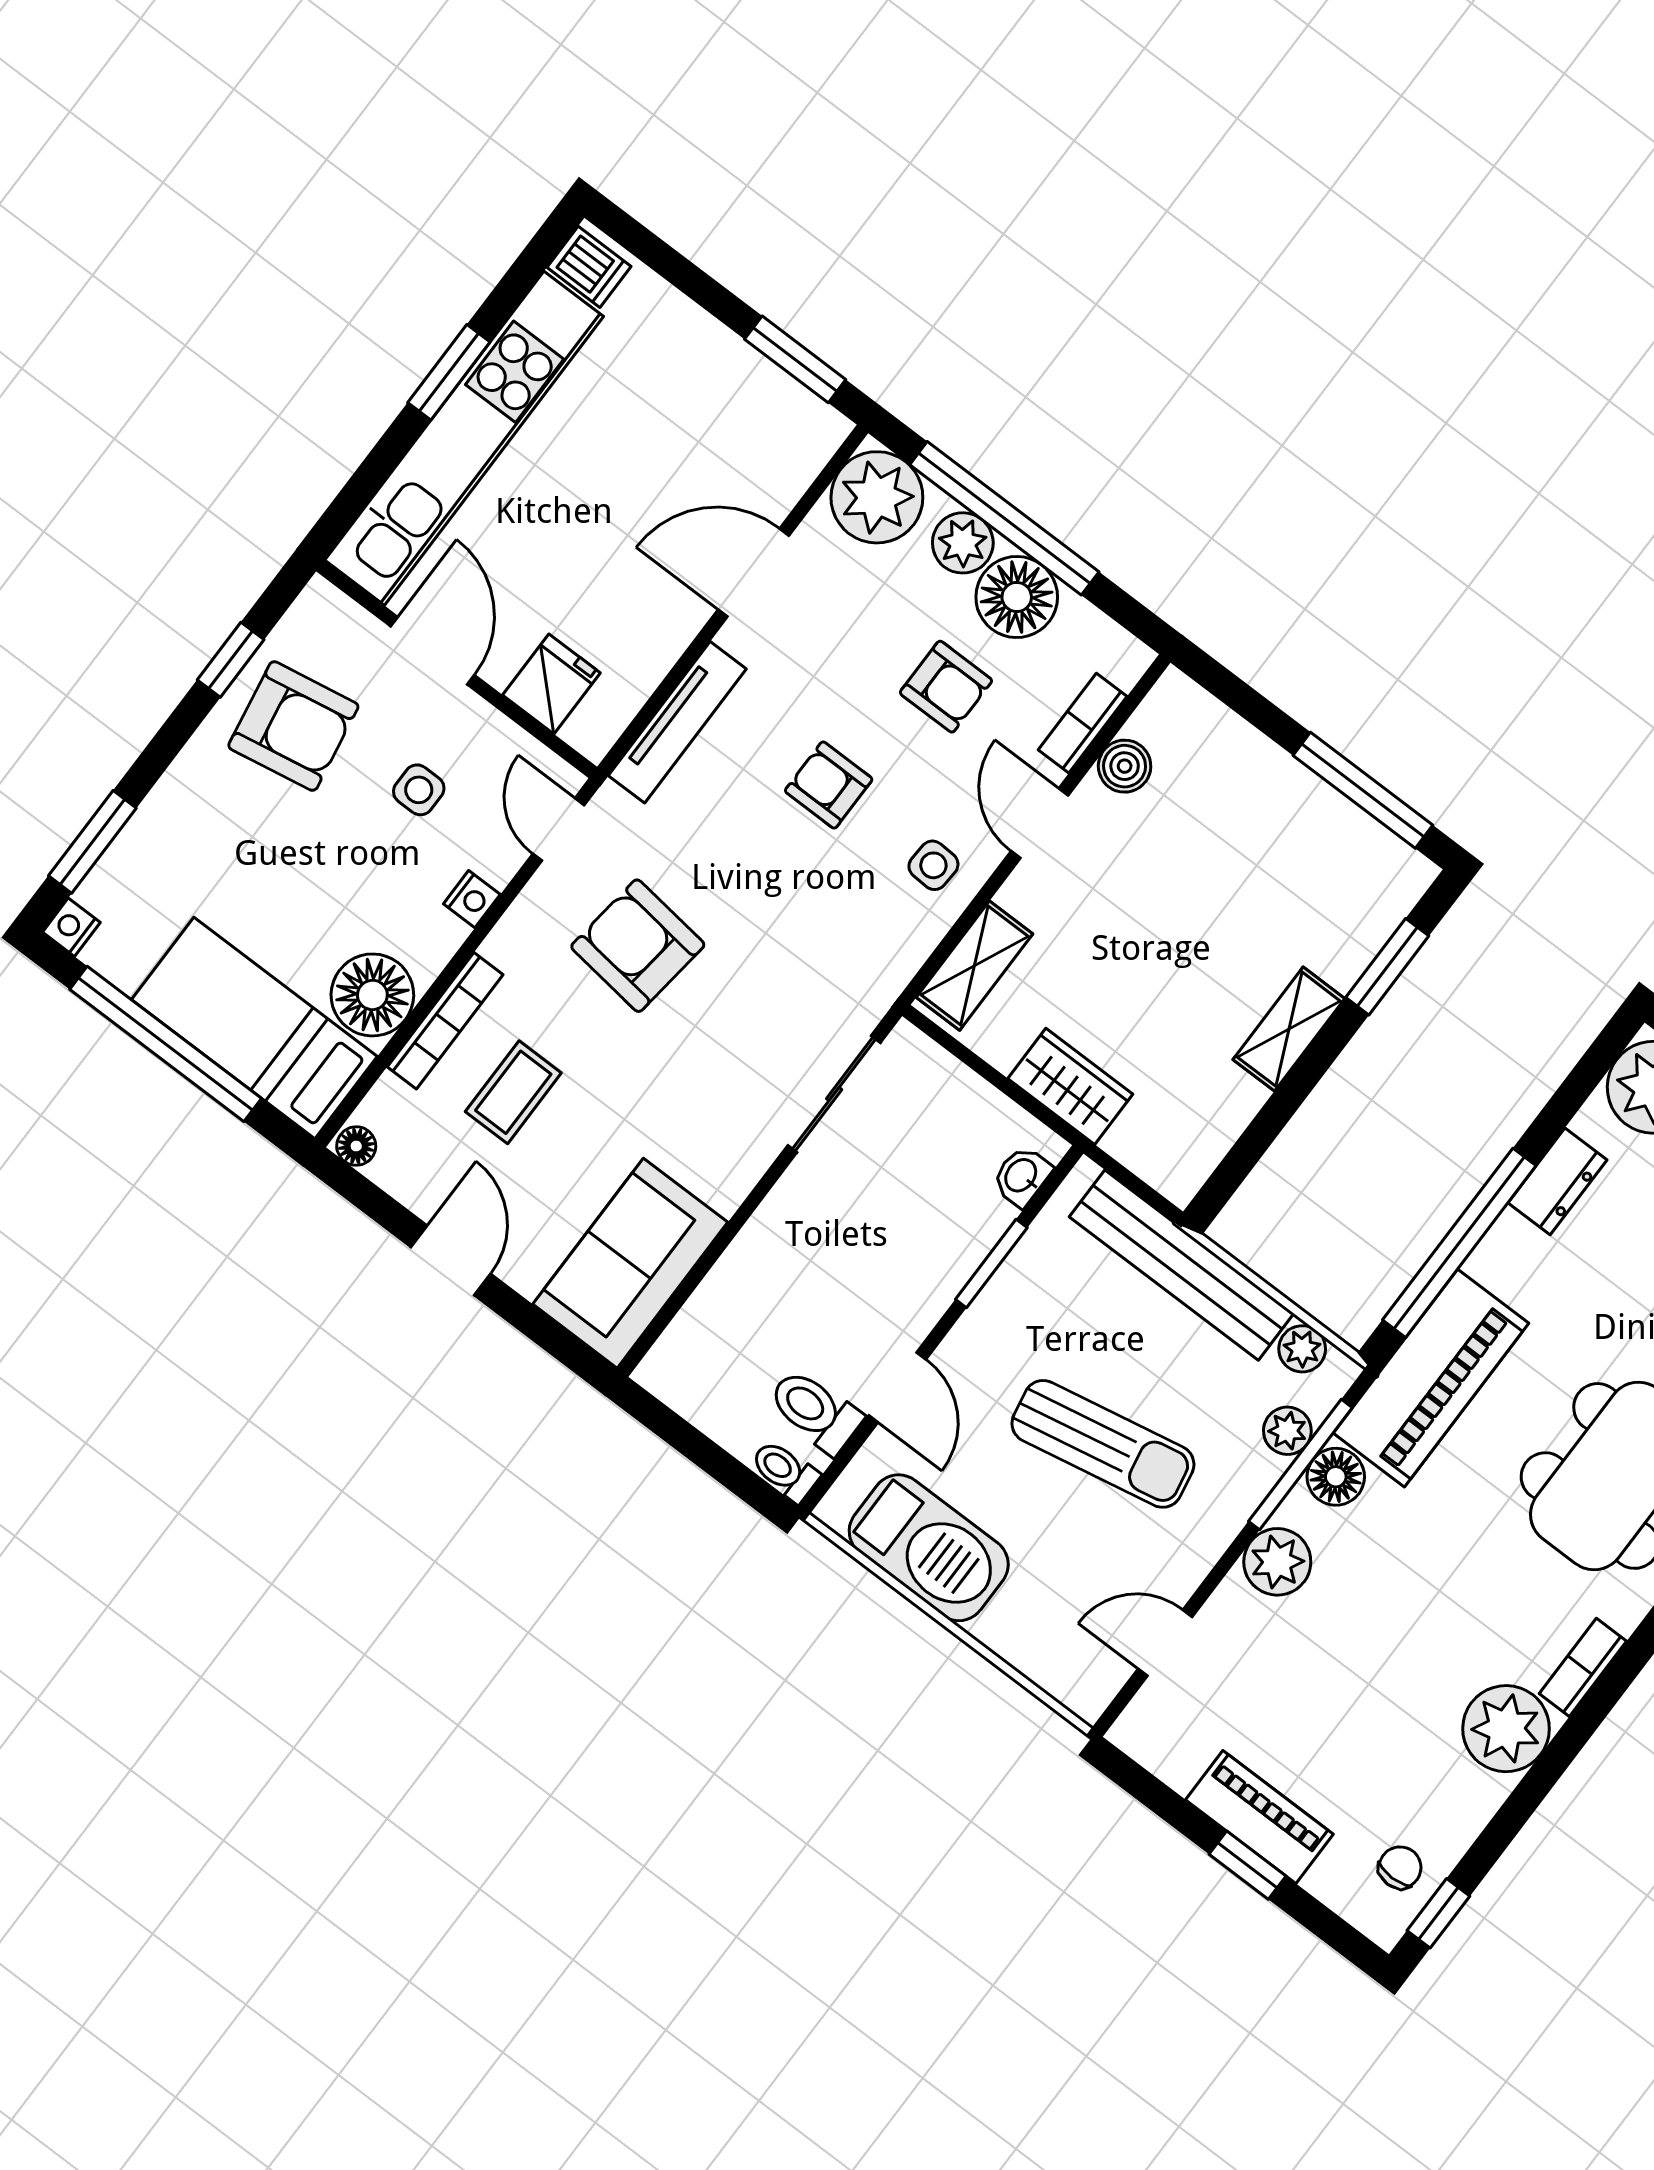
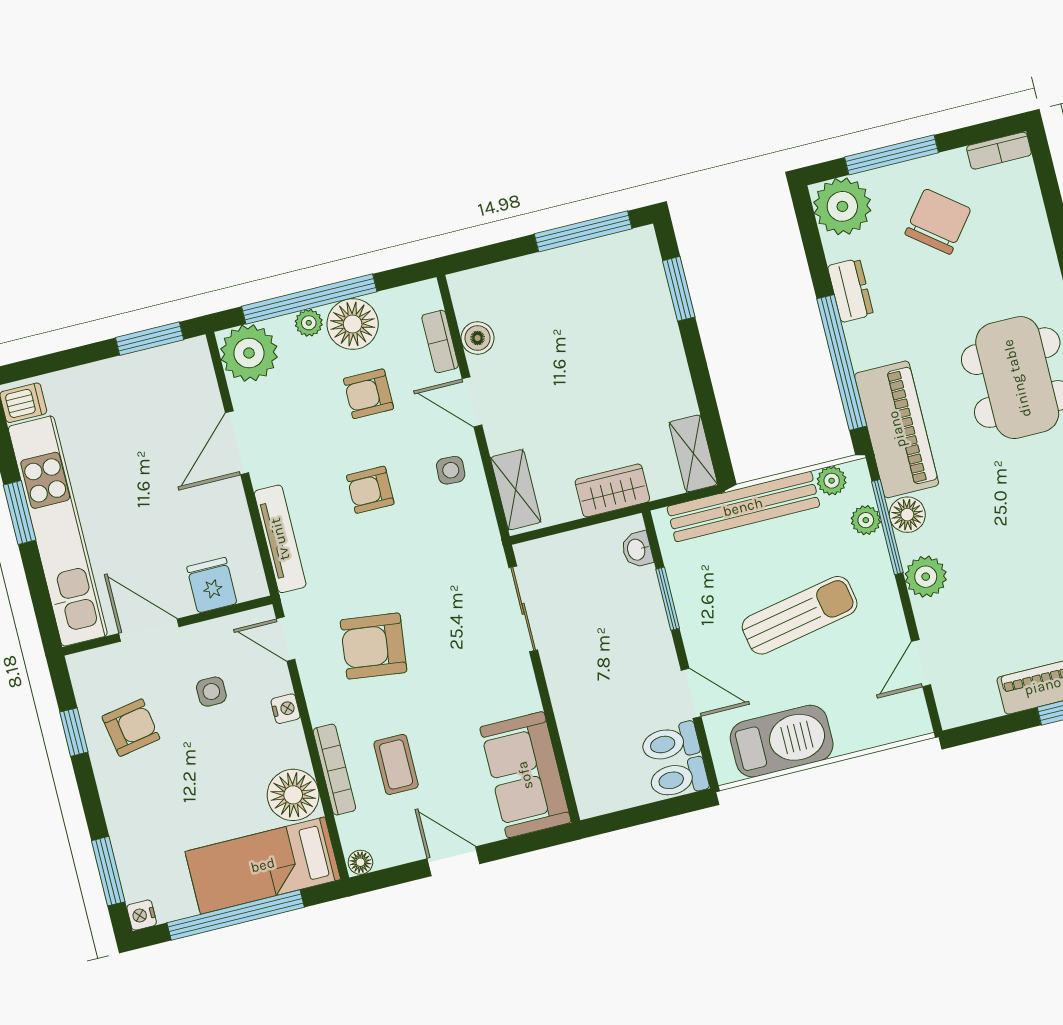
plant: (963, 543) -> (309, 323), width x0.73, depth x0.73
armchair: (946, 687) -> (368, 394), turned 180
armchair: (293, 726) -> (131, 728), width x0.72, depth x0.72
shelving: (1289, 1029) -> (693, 453), moved
toilet: (785, 1471) -> (679, 778), width x1.37, depth x1.39

